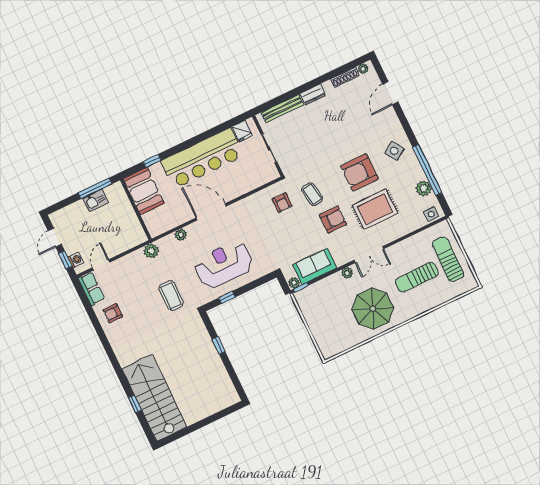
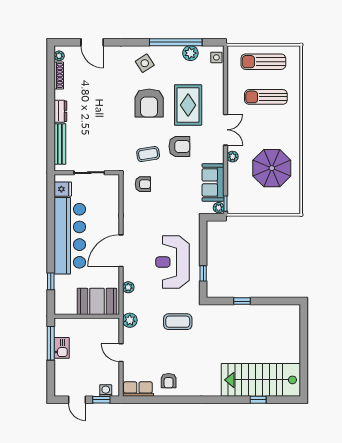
booth: (144, 191) -> (97, 301), moved
armchair: (333, 220) -> (179, 146), turned 90
door: (101, 265) -> (121, 353), moved
sun lounger: (417, 277) -> (266, 97), turned 90
parasol: (373, 309) -> (272, 168), moved

